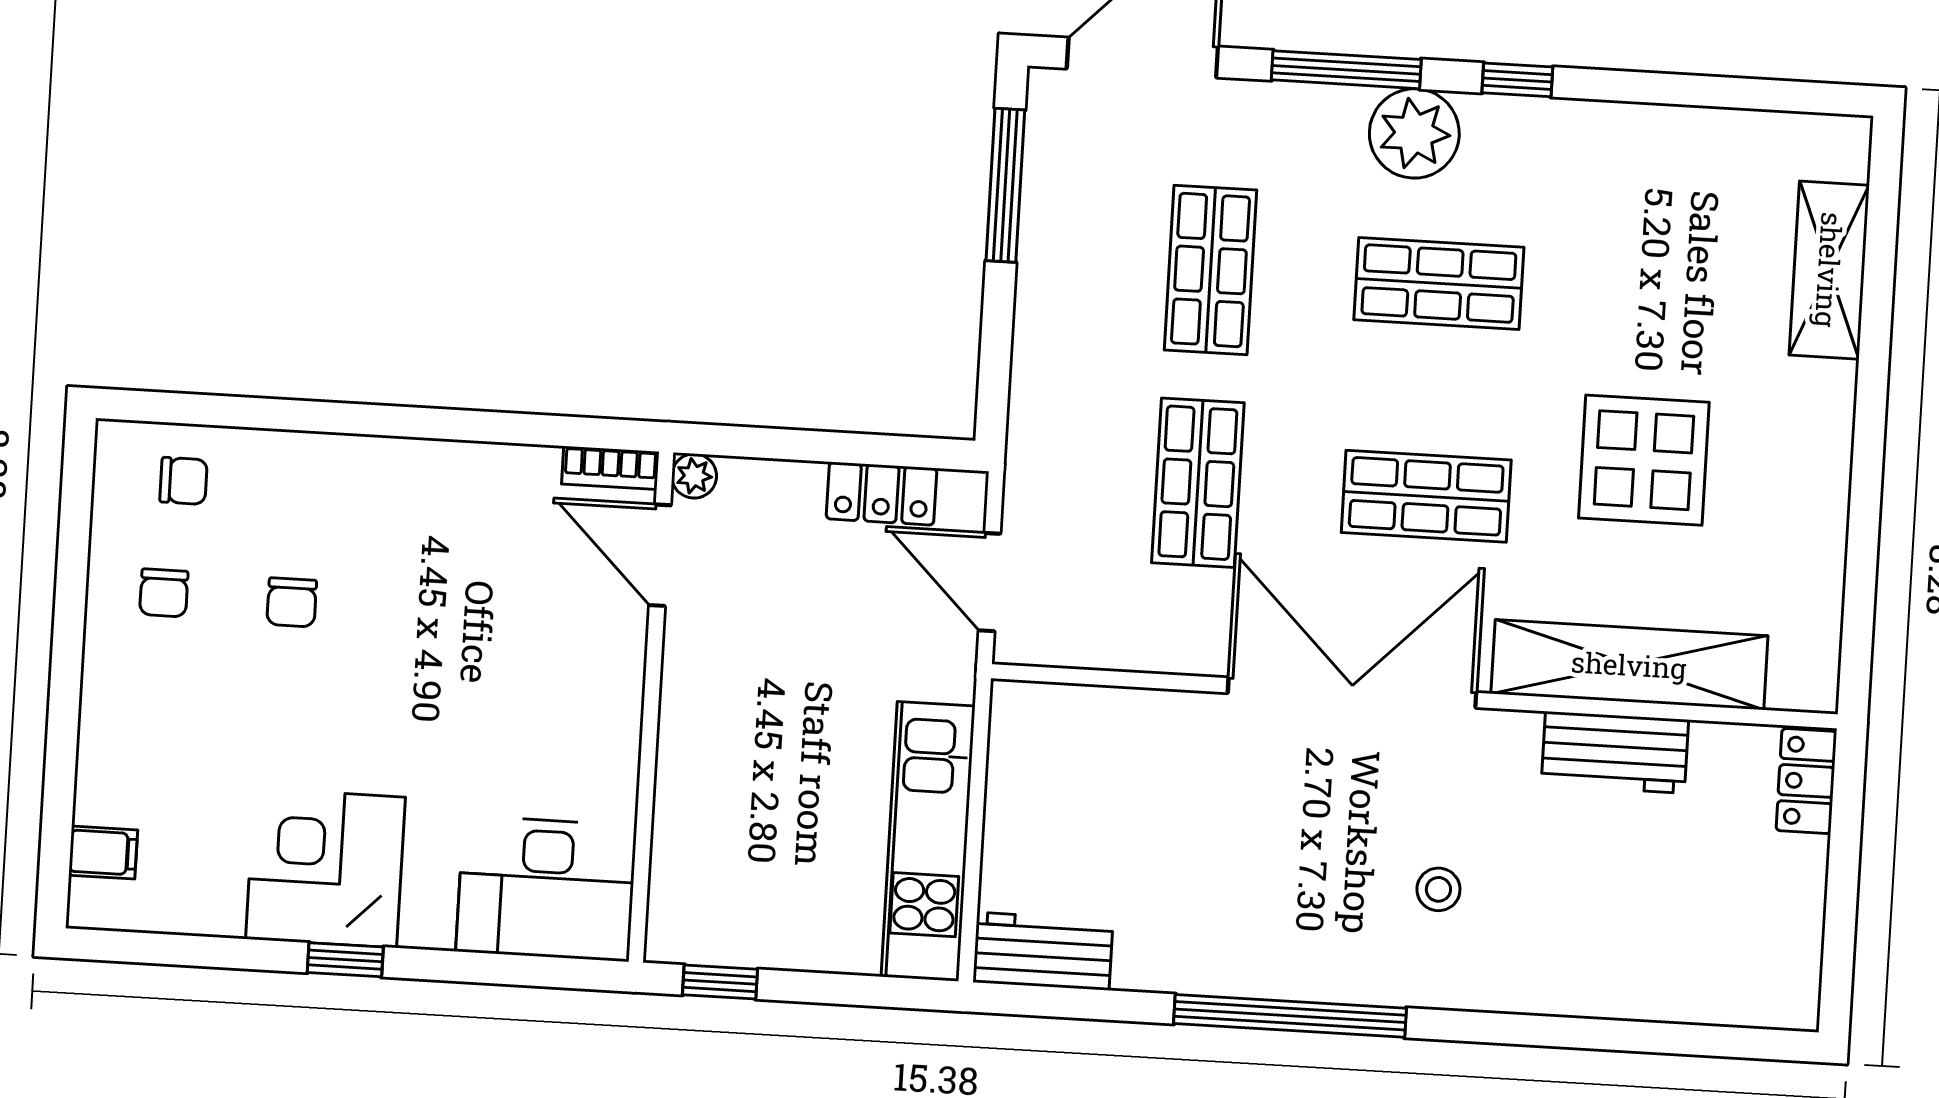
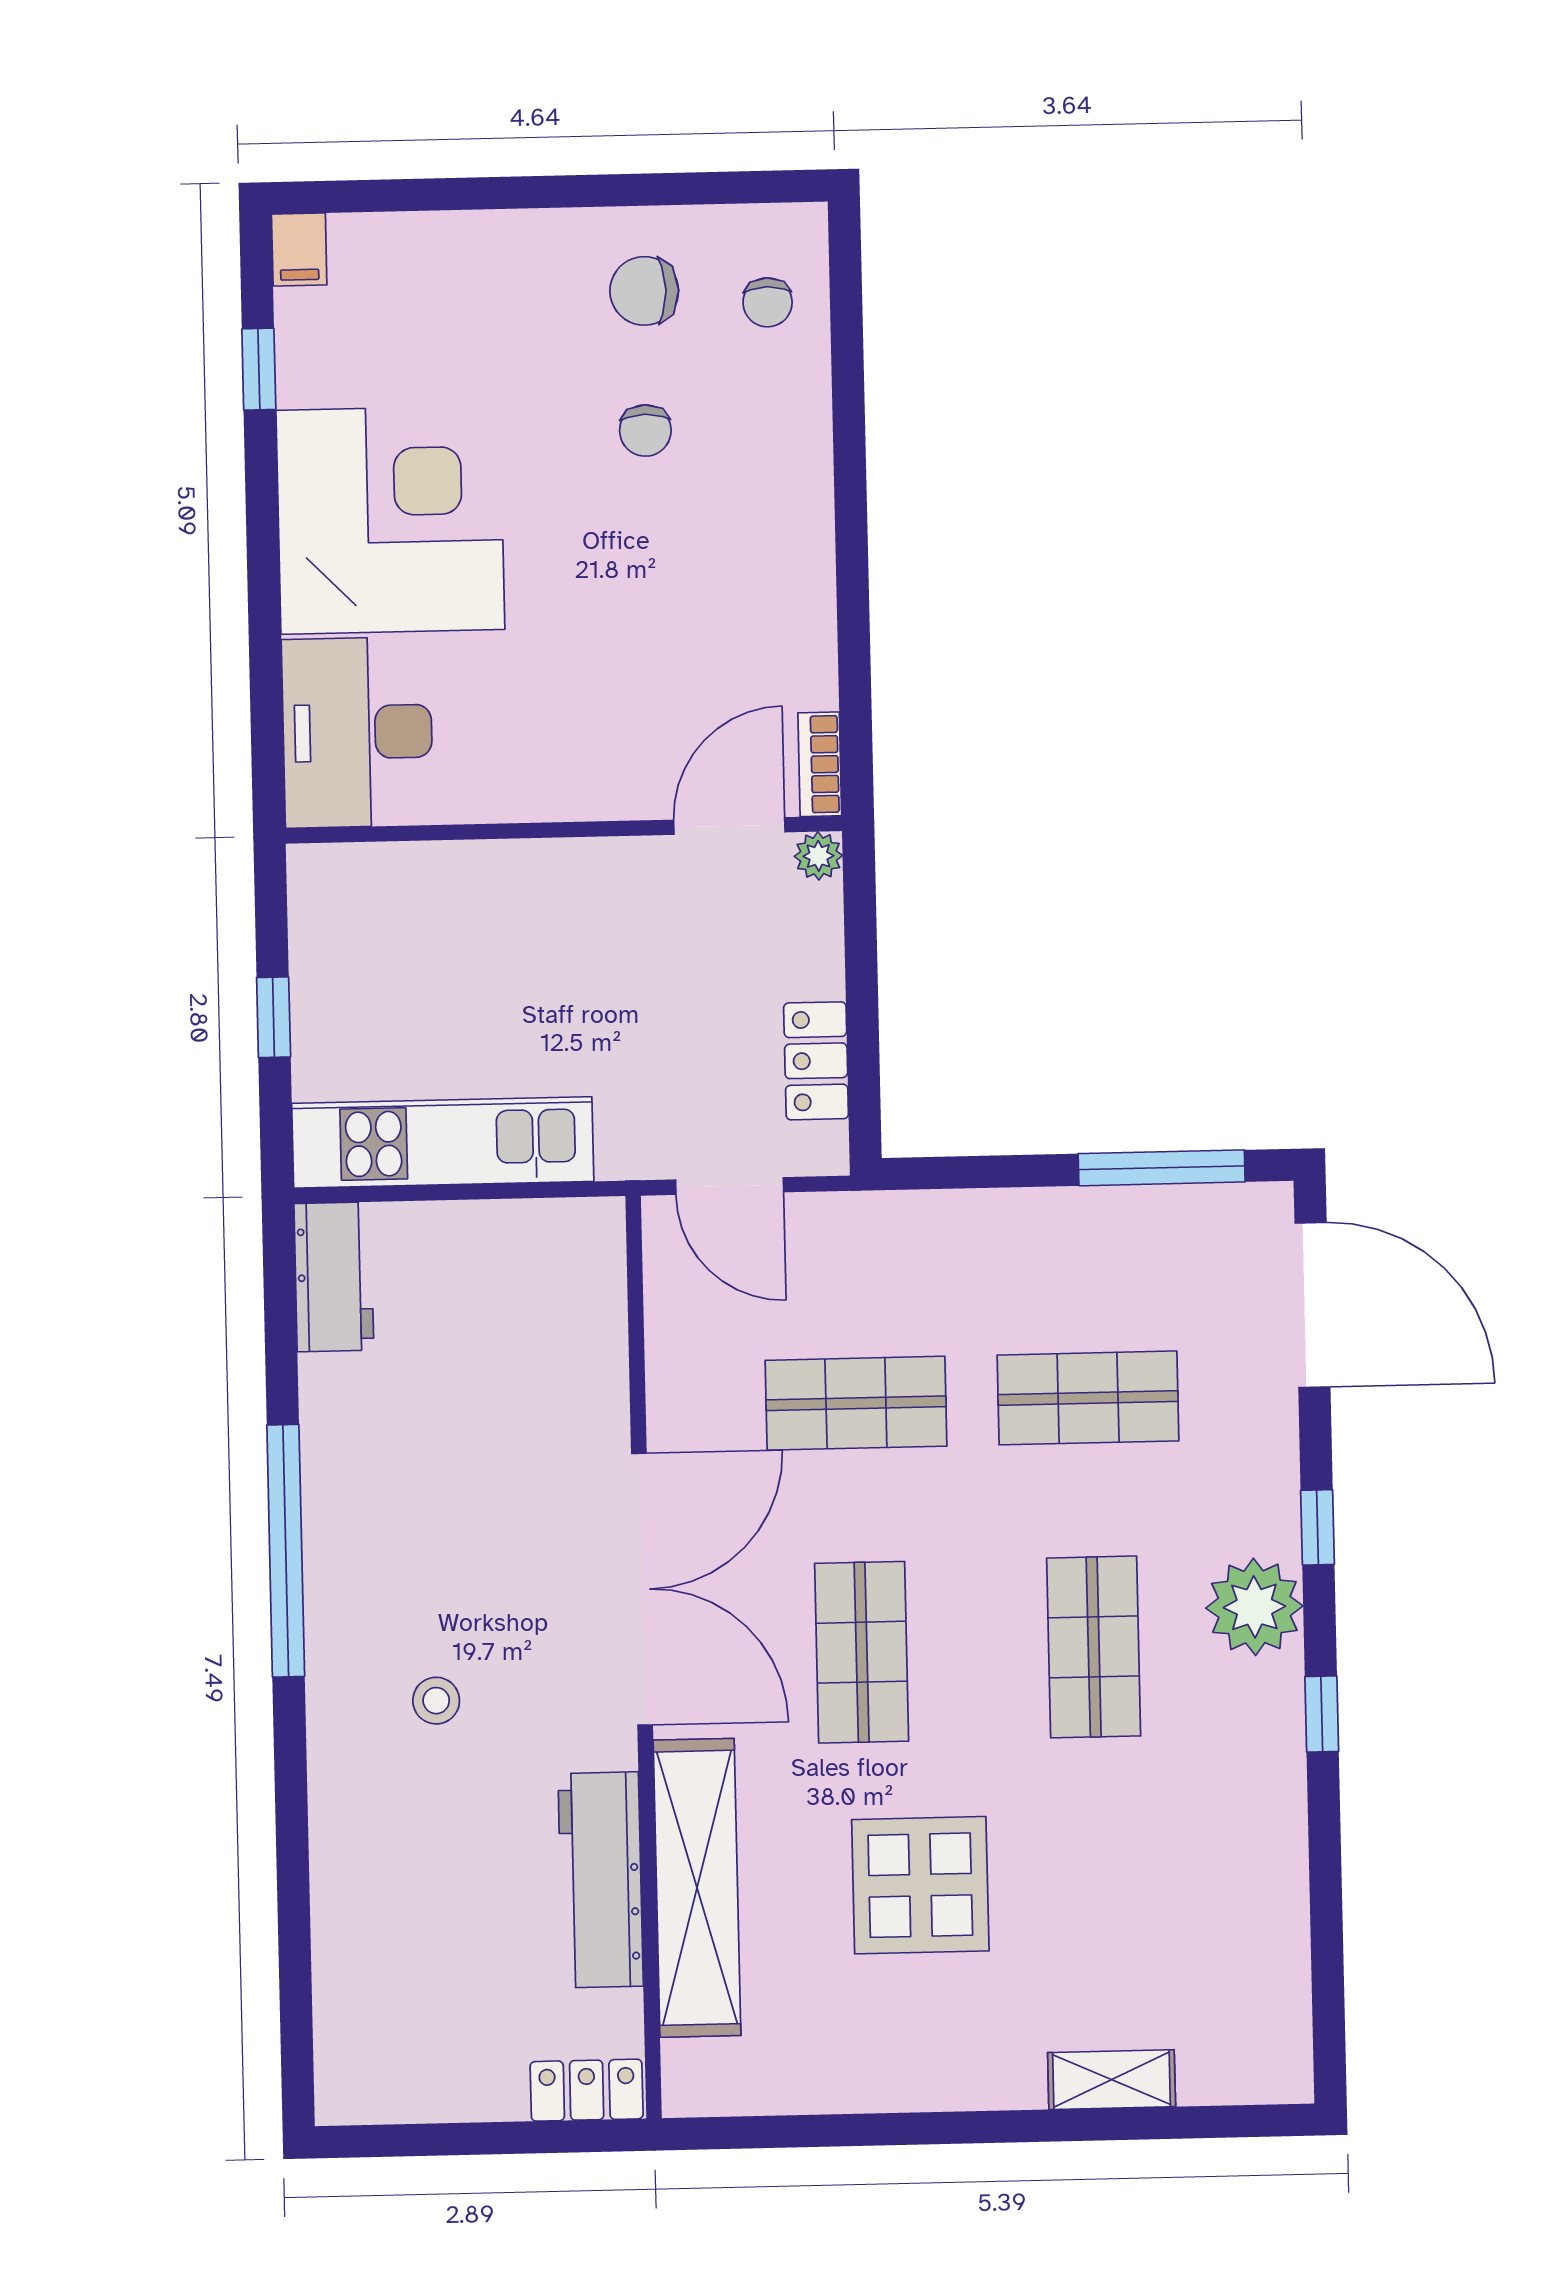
window: (1346, 70) -> (1317, 1527), width x0.46
shelving: (1829, 270) -> (1112, 2080), width x0.67, depth x0.75
door: (990, 582) -> (730, 1186), swing flipped
chair: (164, 593) -> (644, 291), width x1.37, depth x1.37
chair: (292, 602) -> (645, 430), turned -90
workbench: (1615, 752) -> (601, 1880), width x1.38
filing cabinet: (103, 853) -> (299, 249), moved
corner desk: (325, 868) -> (390, 520), width x1.36, depth x1.36
window: (345, 960) -> (259, 369), moved
window: (720, 982) -> (274, 1017), moved

